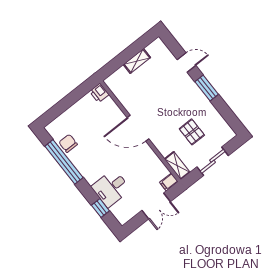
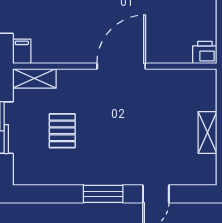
pallet: (192, 132) -> (62, 131), turned 90

